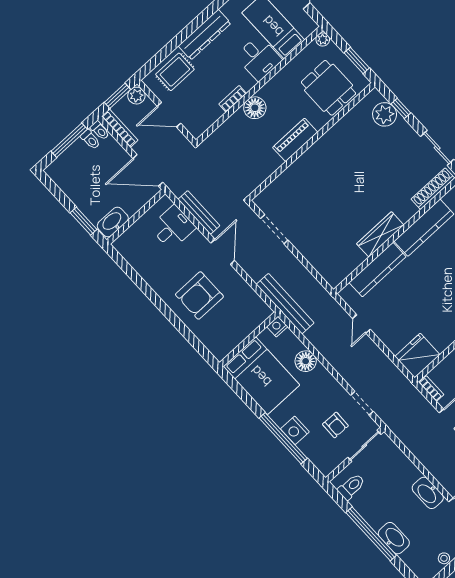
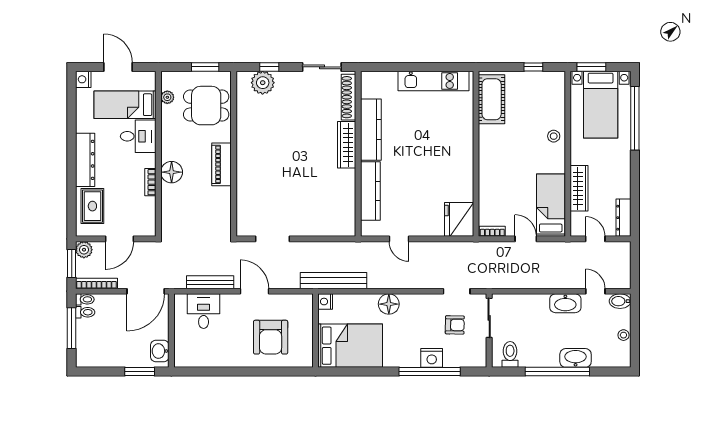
plant: (323, 39) -> (167, 97), moved
washbasin: (113, 222) -> (160, 351), width x0.72
wardrobe: (380, 234) -> (347, 145), moved
nightstand: (277, 327) -> (325, 302), moved
wall: (249, 339) -> (316, 331), moved
bed: (261, 376) -> (350, 346), moved

